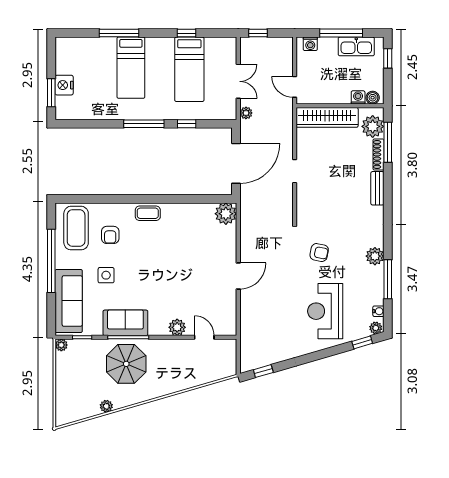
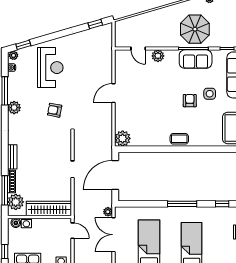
double door: (238, 81) -> (113, 235), width x1.37
window: (187, 124) -> (222, 204), moved
armchair: (110, 235) -> (190, 101), moved

